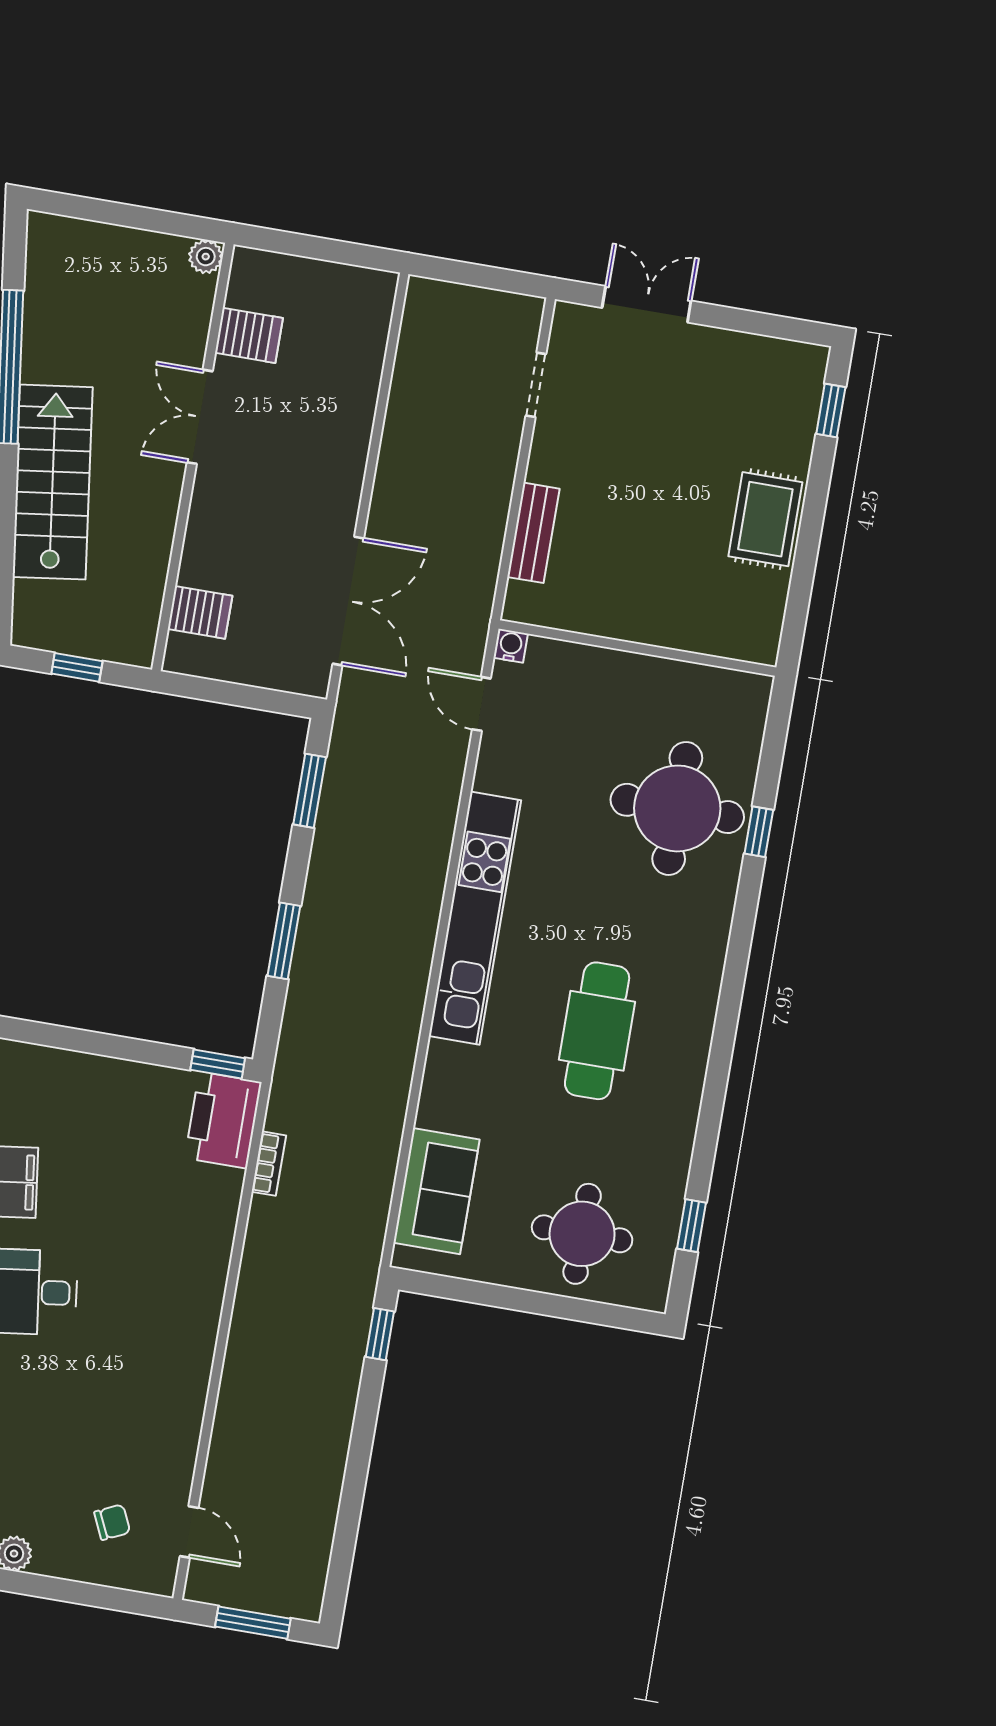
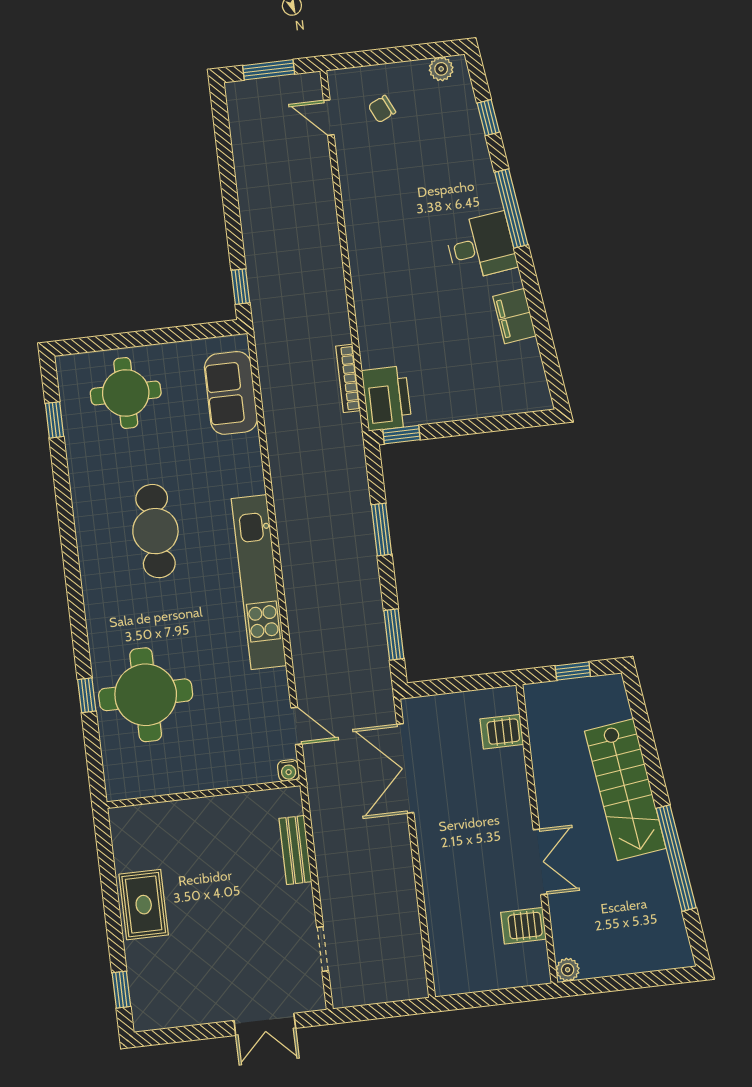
bookcase: (269, 1164) -> (348, 378), width x1.56

